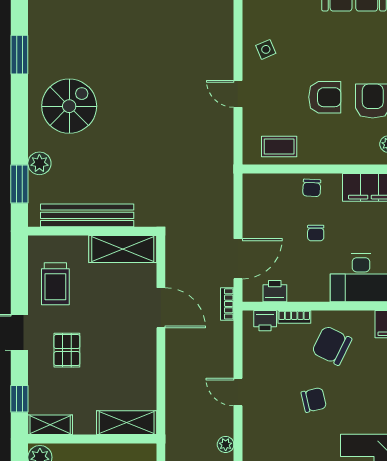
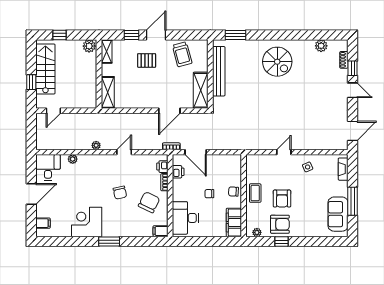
window: (19, 55) -> (305, 35), removed
coffee table: (279, 147) -> (255, 193), moved
plant: (39, 163) -> (321, 46), moved
trolley: (55, 284) -> (182, 54), turned -105
window: (19, 399) -> (132, 35), moved

